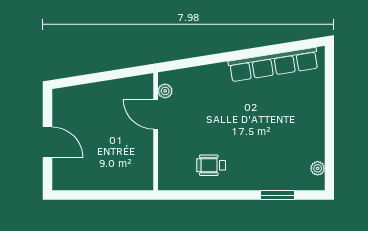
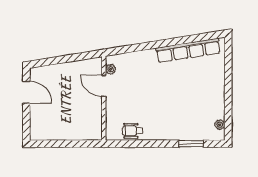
door: (47, 142) -> (26, 92), moved
wheelchair: (211, 165) -> (133, 131), moved

